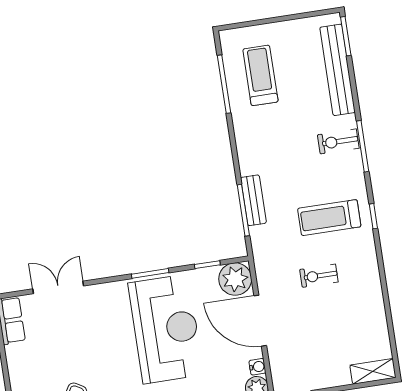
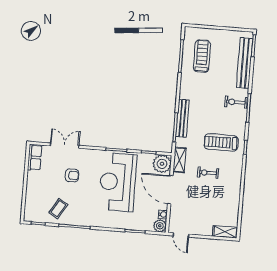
bench: (253, 200) -> (182, 118), width x1.36
shelving: (264, 265) -> (180, 160), added
reception desk: (166, 329) -> (118, 182), turned 180
armchair: (83, 336) -> (72, 175), added

